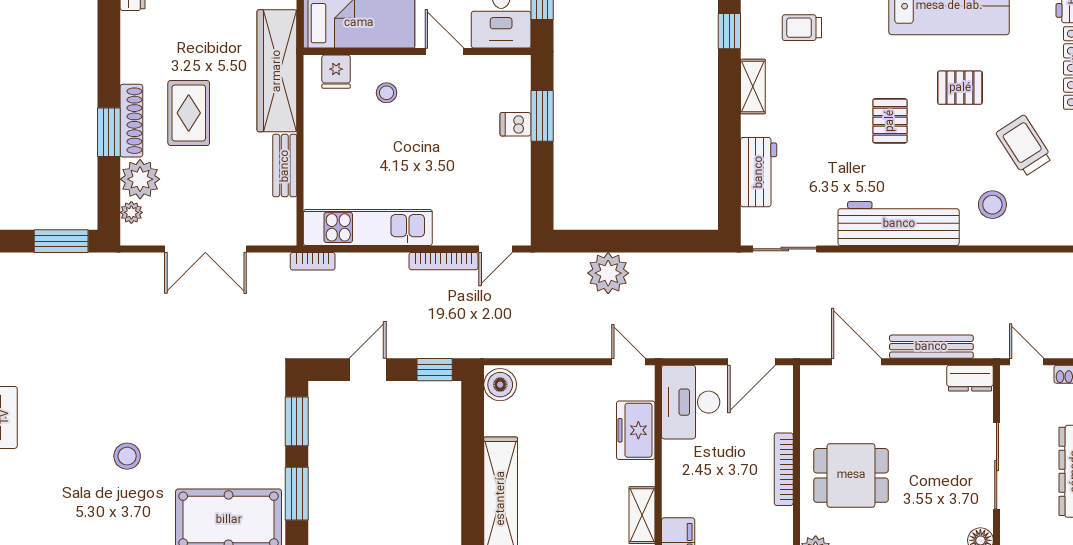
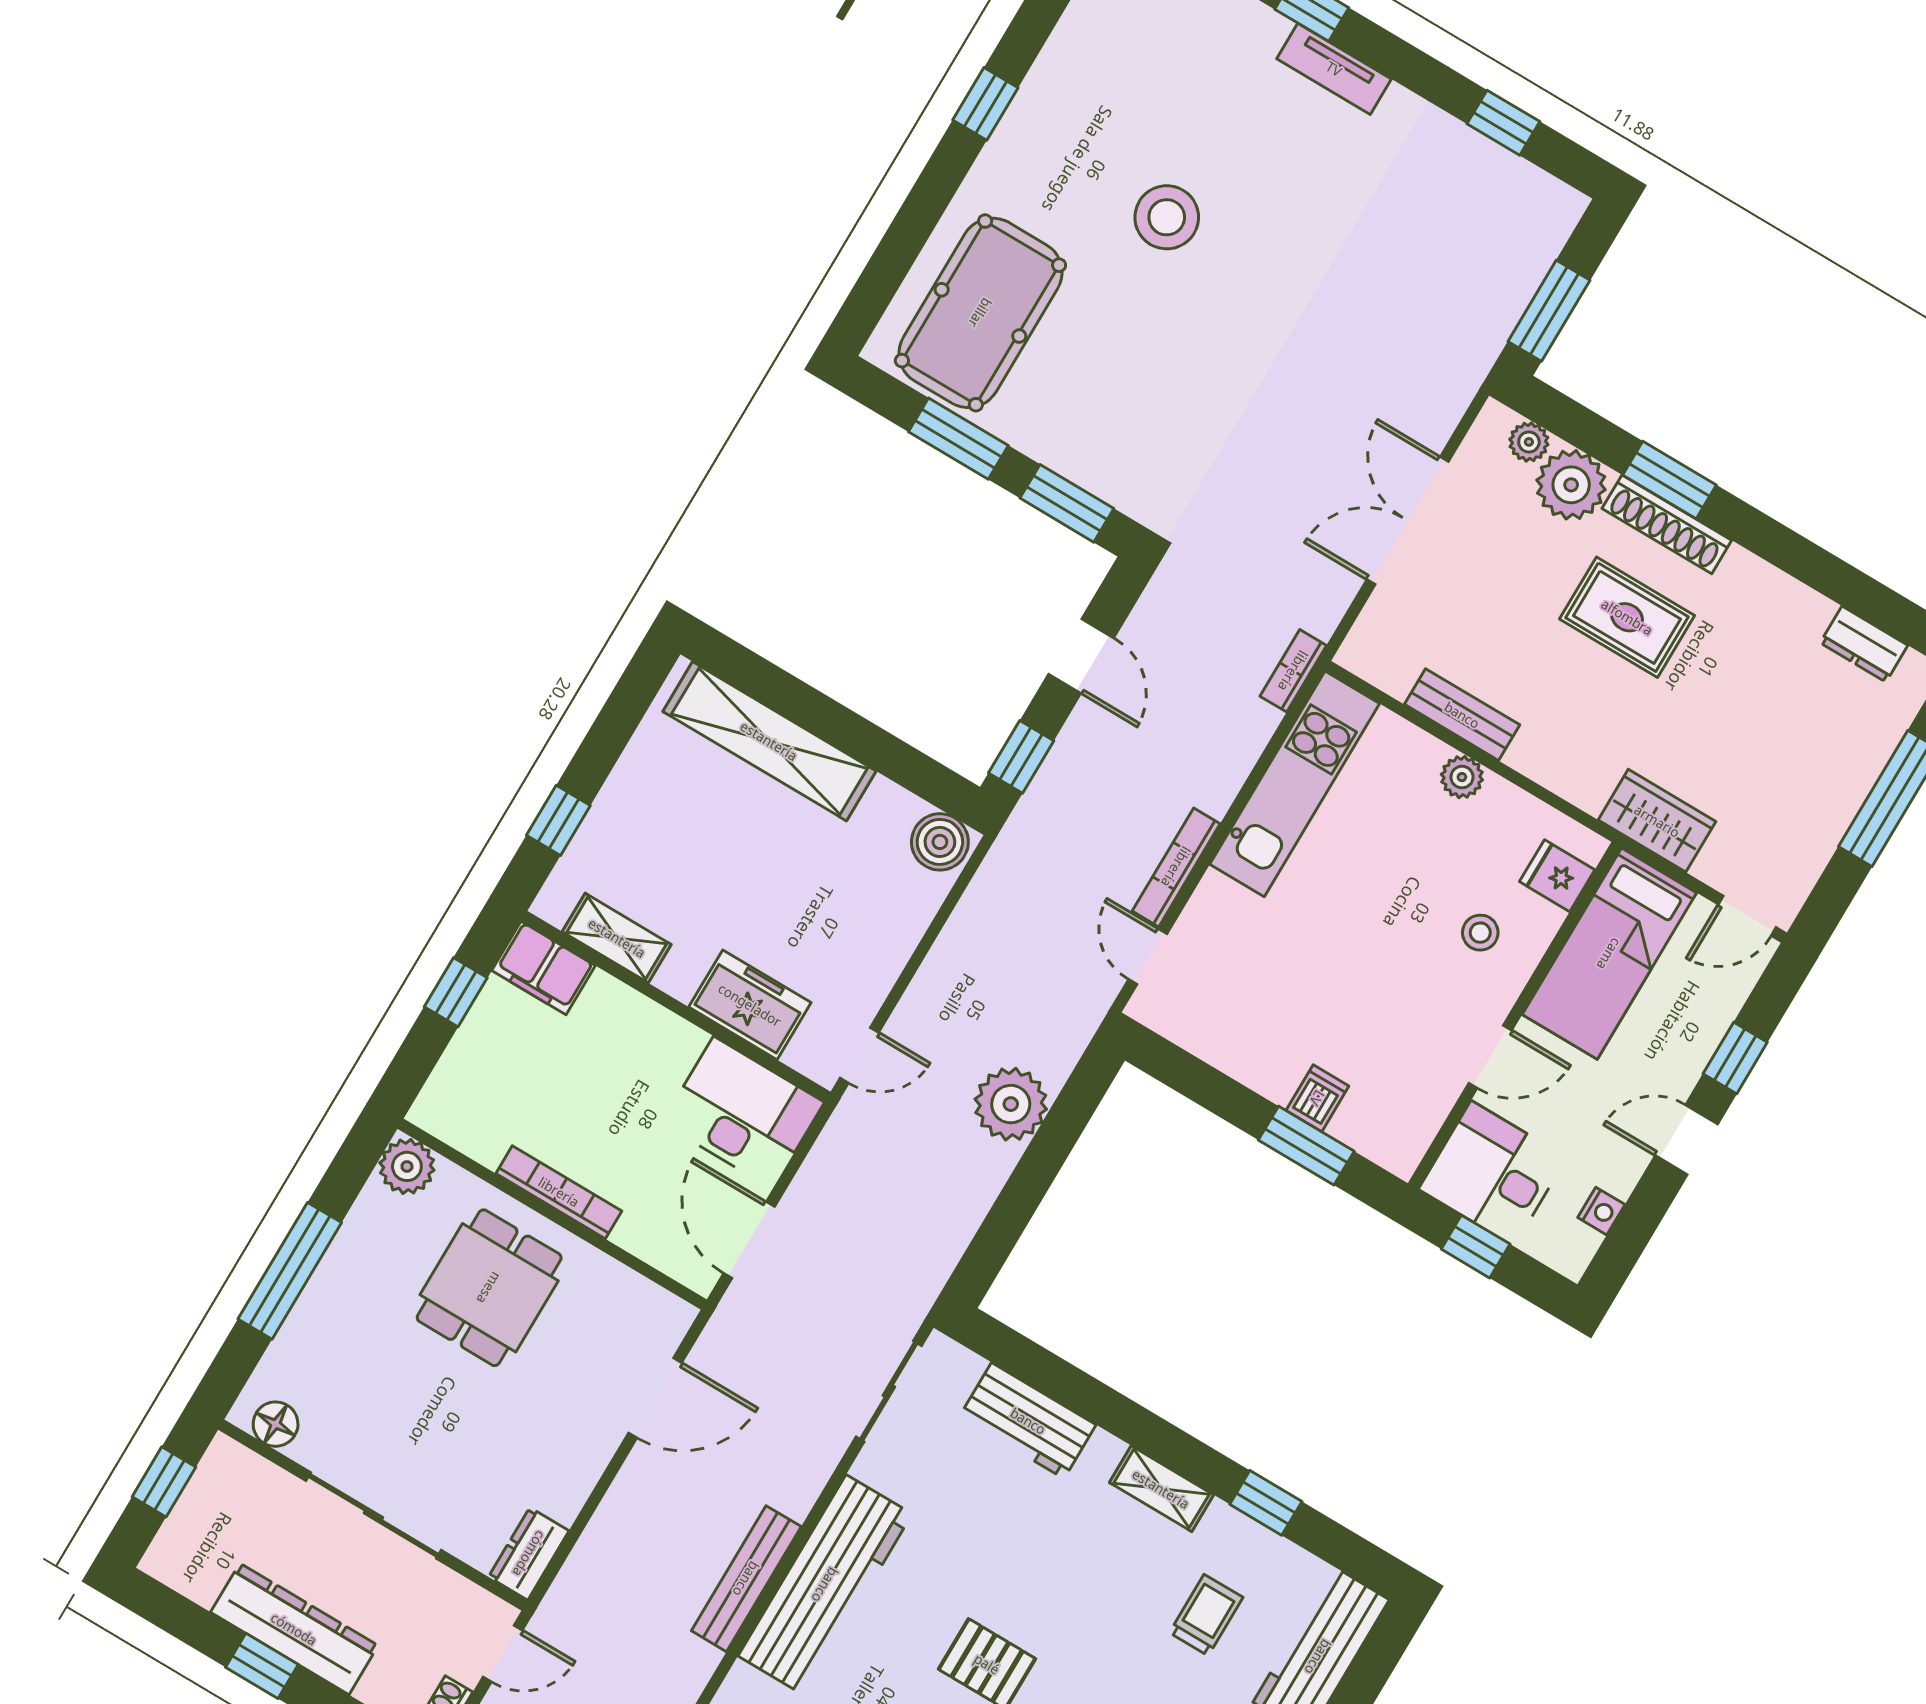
wardrobe: (277, 71) -> (1657, 821), width x0.48, depth x0.85
plant: (315, 147) -> (1462, 777), added
bench: (931, 347) -> (746, 1579), moved
stool: (127, 456) -> (1167, 217), width x1.38, depth x1.38

